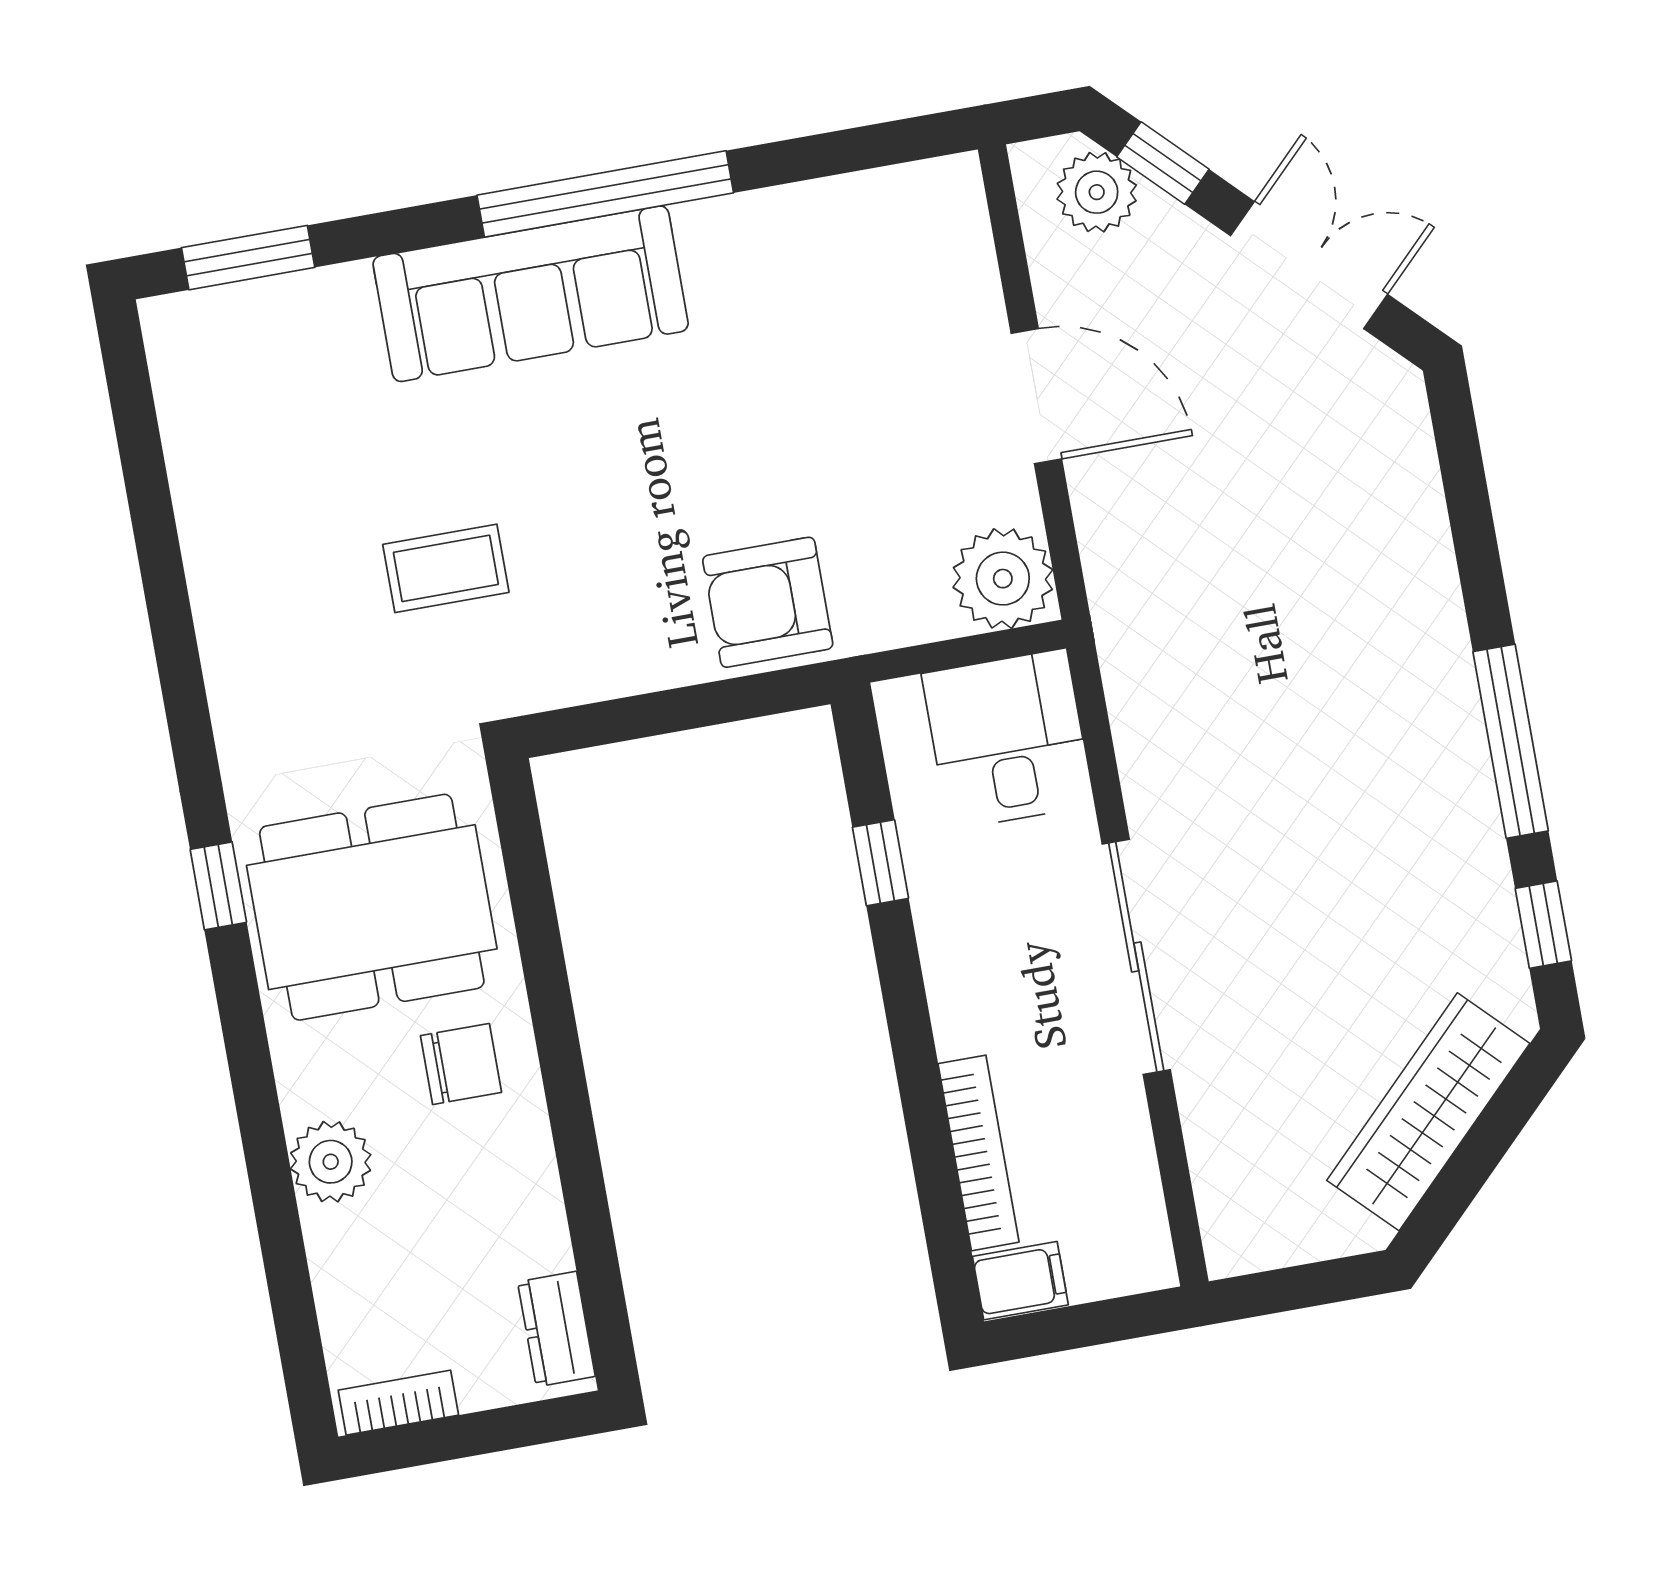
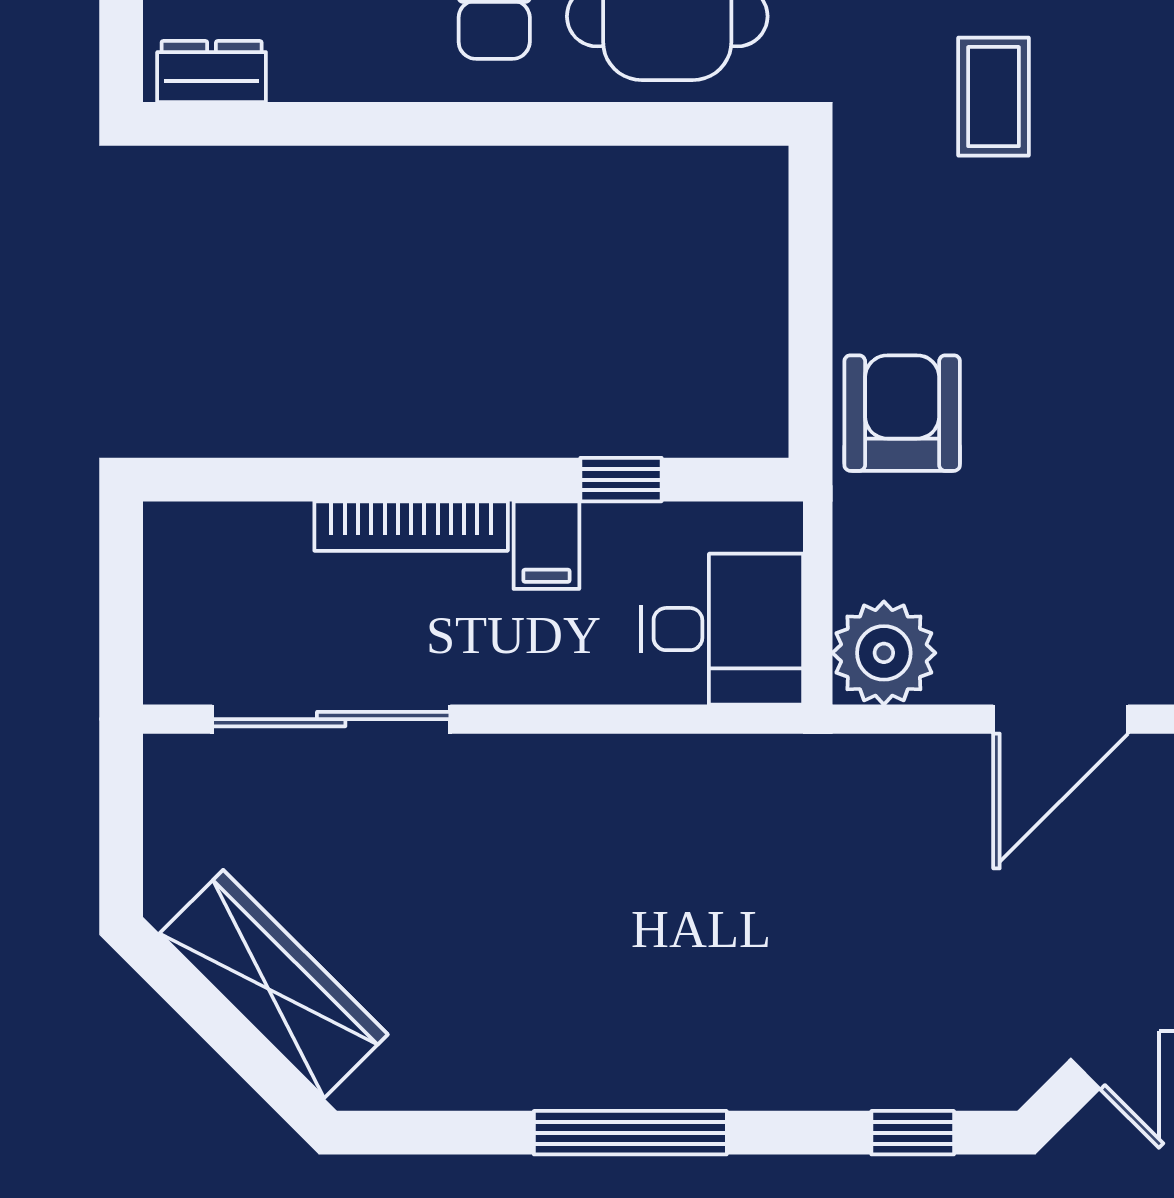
window: (1543, 925) -> (913, 1133), moved
sliding door: (1136, 957) -> (331, 719), moved
bookcase: (979, 1153) -> (411, 526), moved
filing cabinet: (1020, 1281) -> (546, 545), moved

